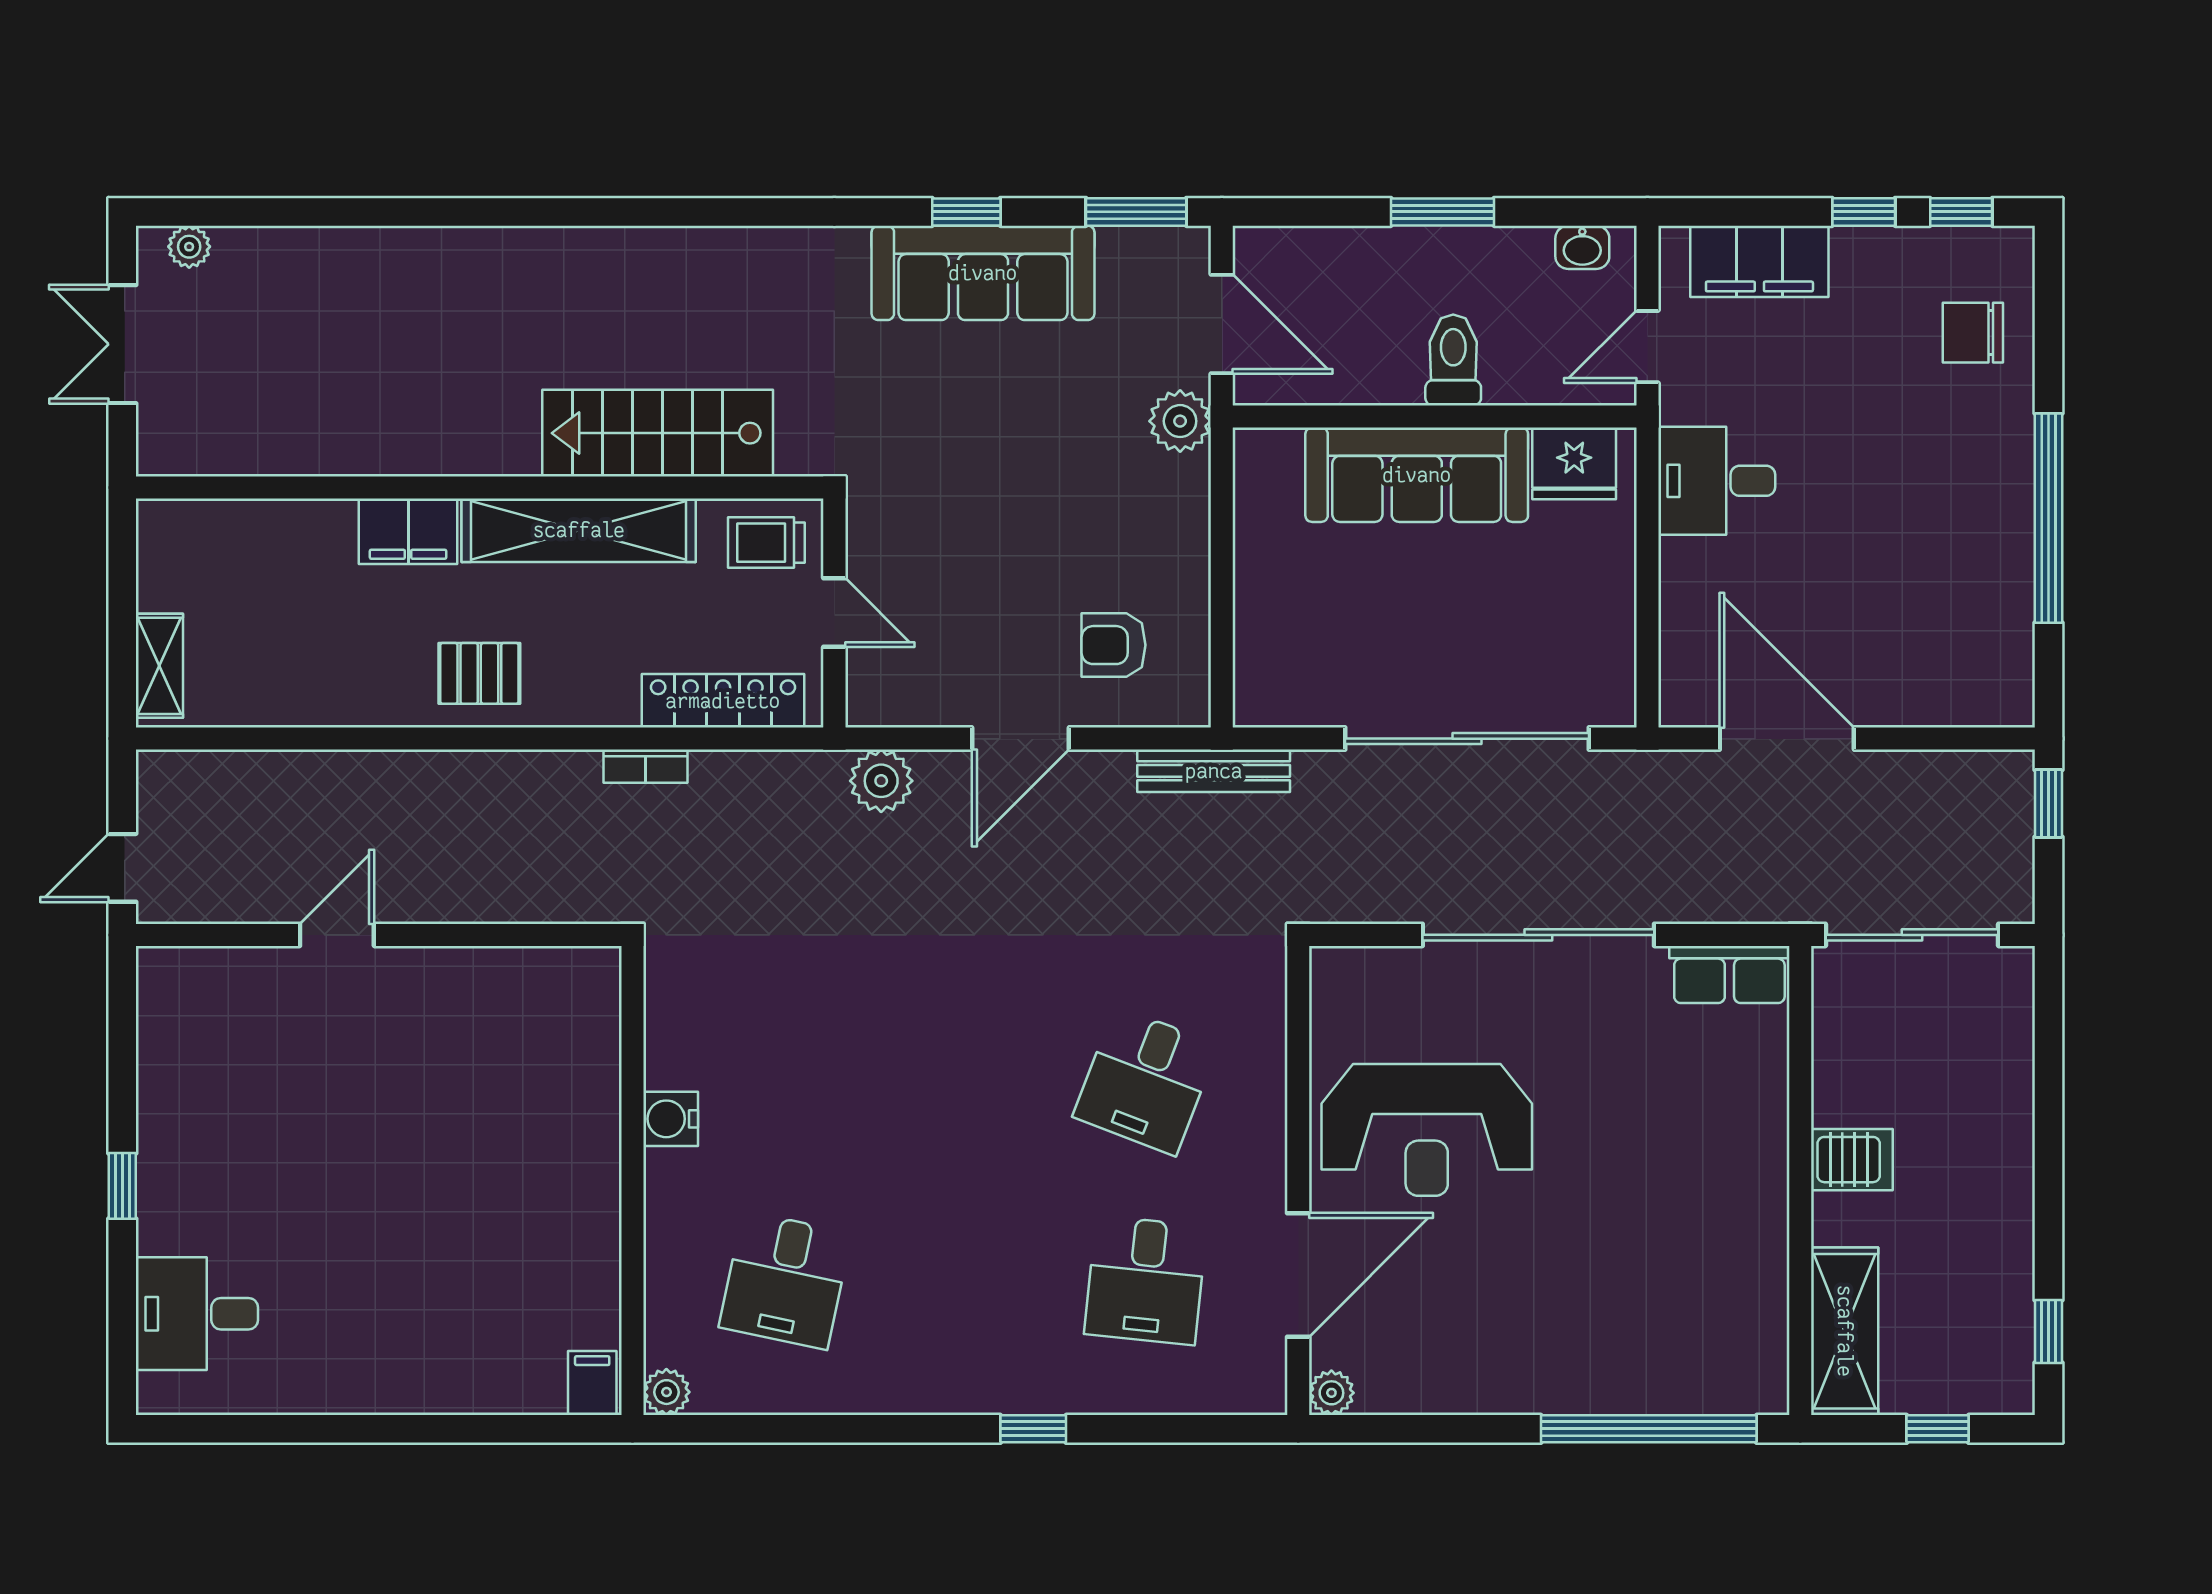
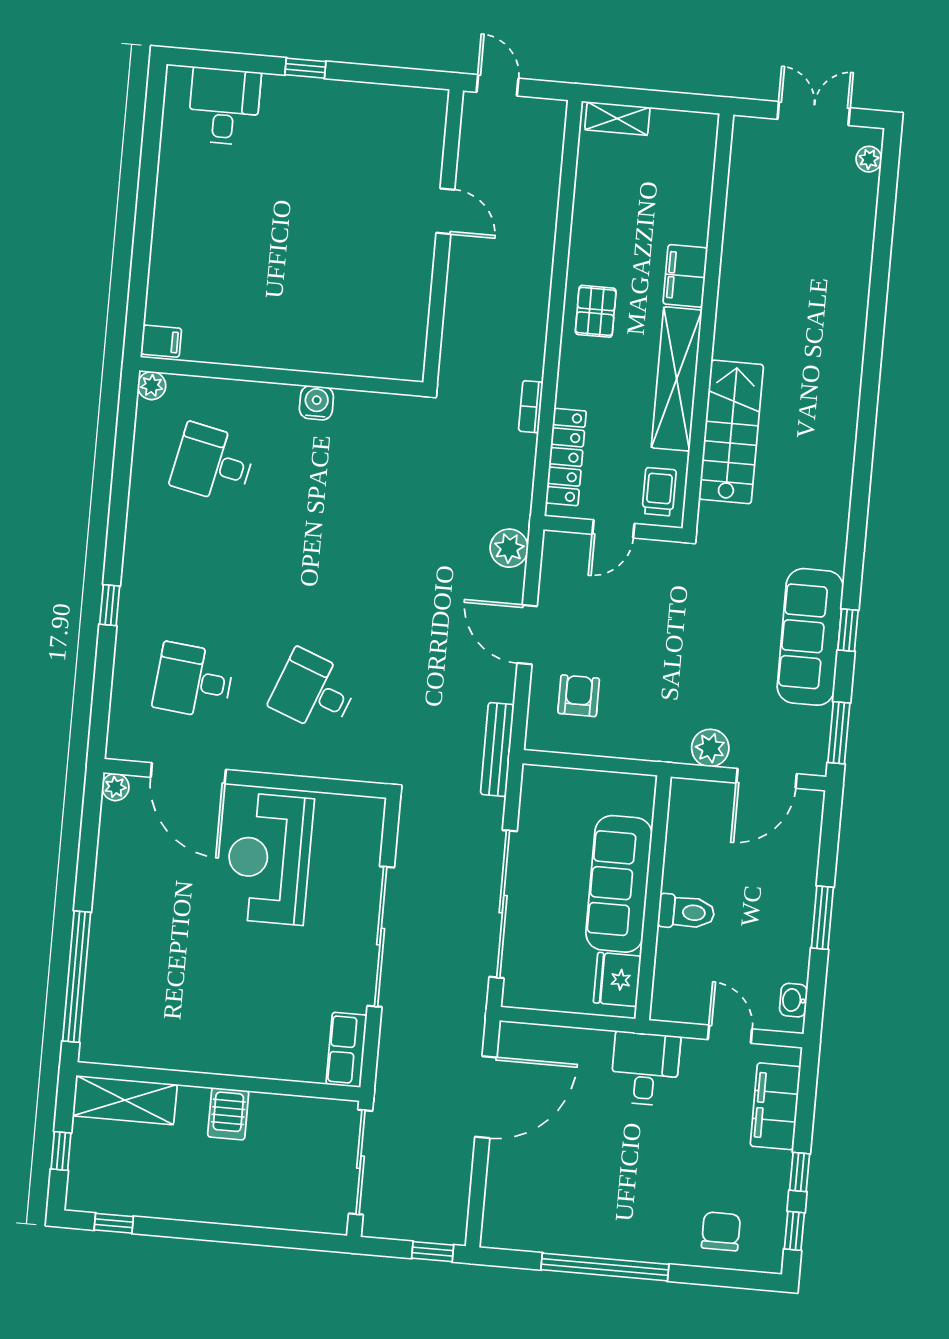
toilet: (1453, 360) -> (686, 912), moved
wall: (1435, 417) -> (653, 898), moved
fridge: (1574, 463) -> (617, 979), moved
sofa: (1417, 475) -> (619, 884), moved

